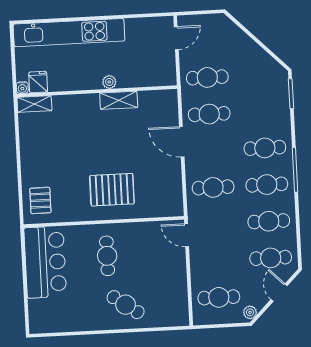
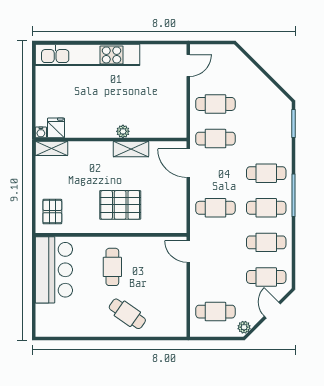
fridge: (38, 82) -> (56, 128), moved
plant: (109, 82) -> (123, 131), moved
water cooler: (22, 88) -> (41, 132), moved
wall: (97, 91) -> (111, 140), moved
shelving: (119, 100) -> (131, 149), moved
shelving: (34, 104) -> (51, 148), moved

